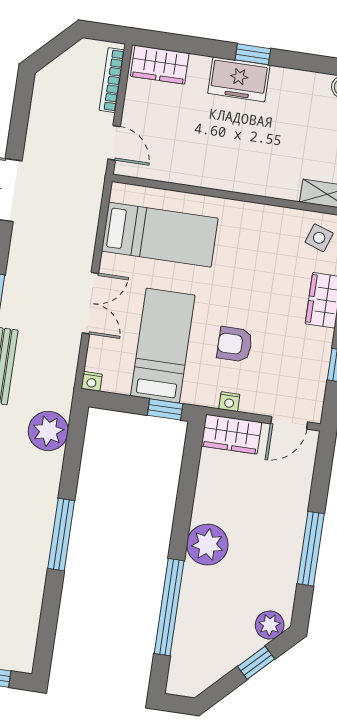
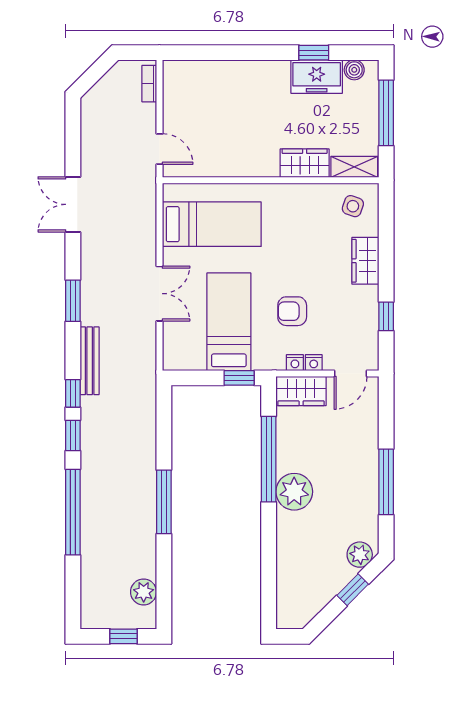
window: (253, 54) -> (314, 53), moved
wardrobe: (160, 65) -> (305, 163), moved, turned 180
freezer: (239, 79) -> (317, 77), moved
bookcase: (112, 80) -> (149, 84), width x0.64
nightstand: (92, 381) -> (314, 363), moved
plant: (48, 431) -> (144, 592), moved, width x0.73, depth x0.73
window: (169, 607) -> (269, 459), moved

